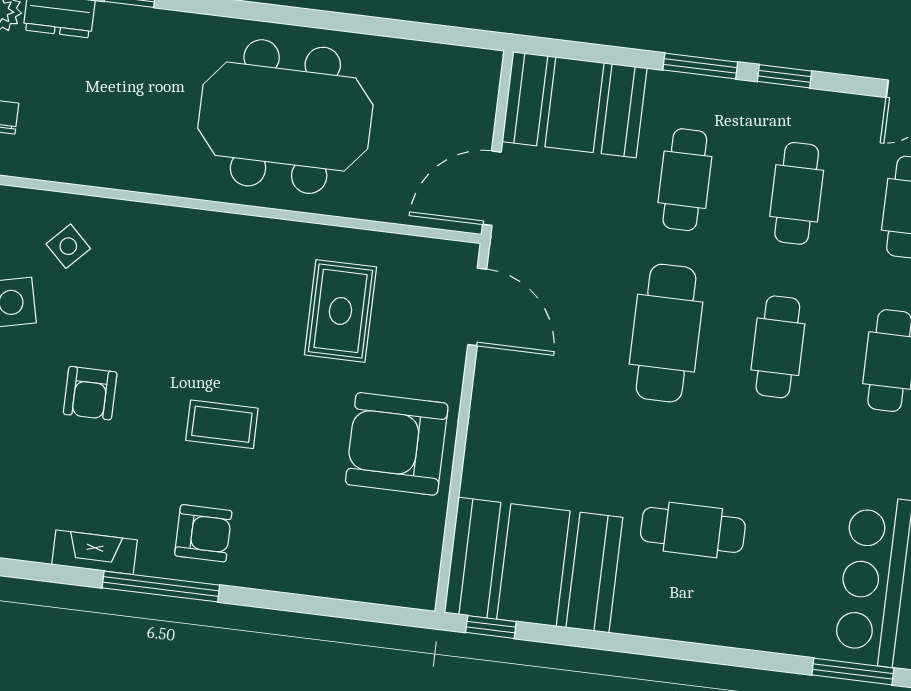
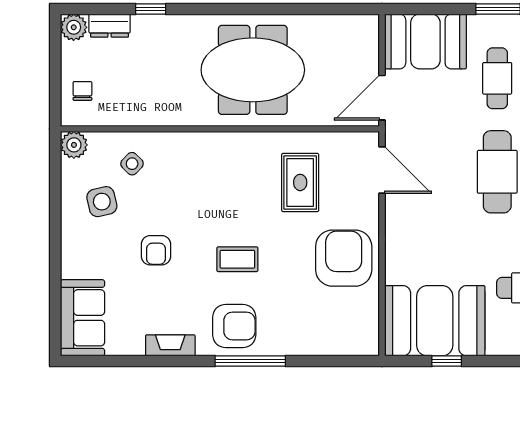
armchair: (397, 444) -> (344, 258), turned 90
armchair: (203, 533) -> (234, 326), width x1.38, depth x1.38
window: (161, 587) -> (250, 361), moved
window: (491, 627) -> (447, 361), moved

